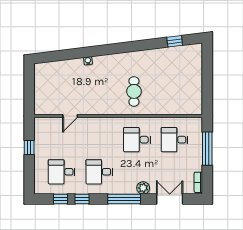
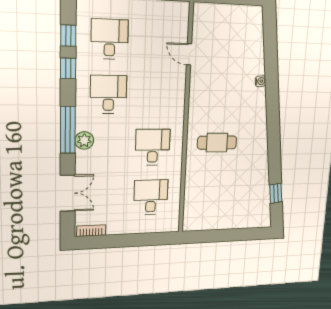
window: (207, 149) -> (137, 240), removed
plant: (143, 188) -> (84, 140), moved

